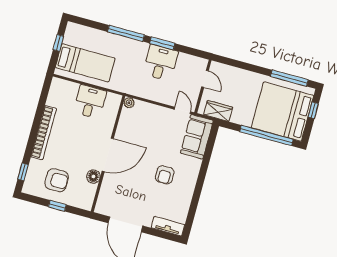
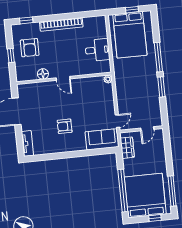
bed: (85, 63) -> (130, 35), width x1.50
desk: (160, 63) -> (147, 91), removed
door: (108, 155) -> (63, 78), width x0.53

